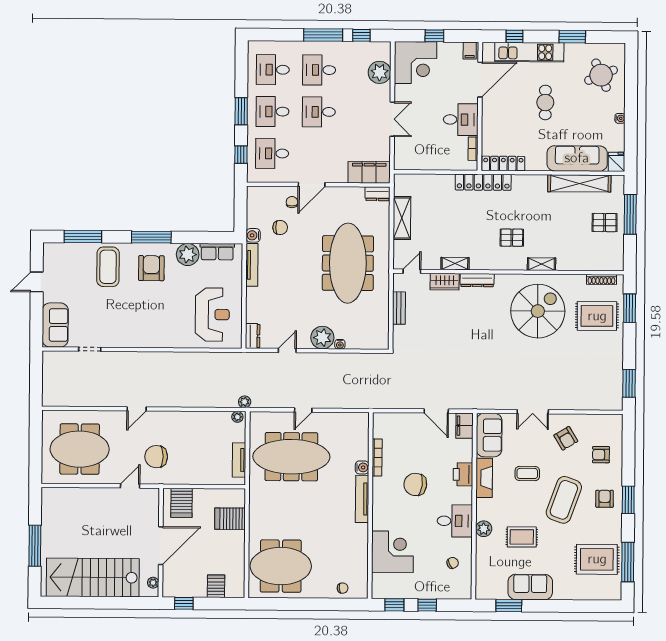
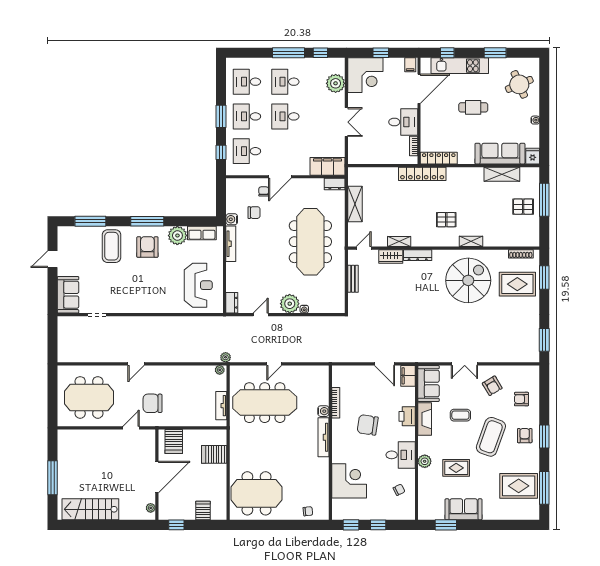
cafe table: (545, 103) -> (473, 107), turned 90
shelving: (579, 183) -> (502, 174), width x0.68
stairs: (93, 577) -> (90, 509), width x0.73, depth x0.66

